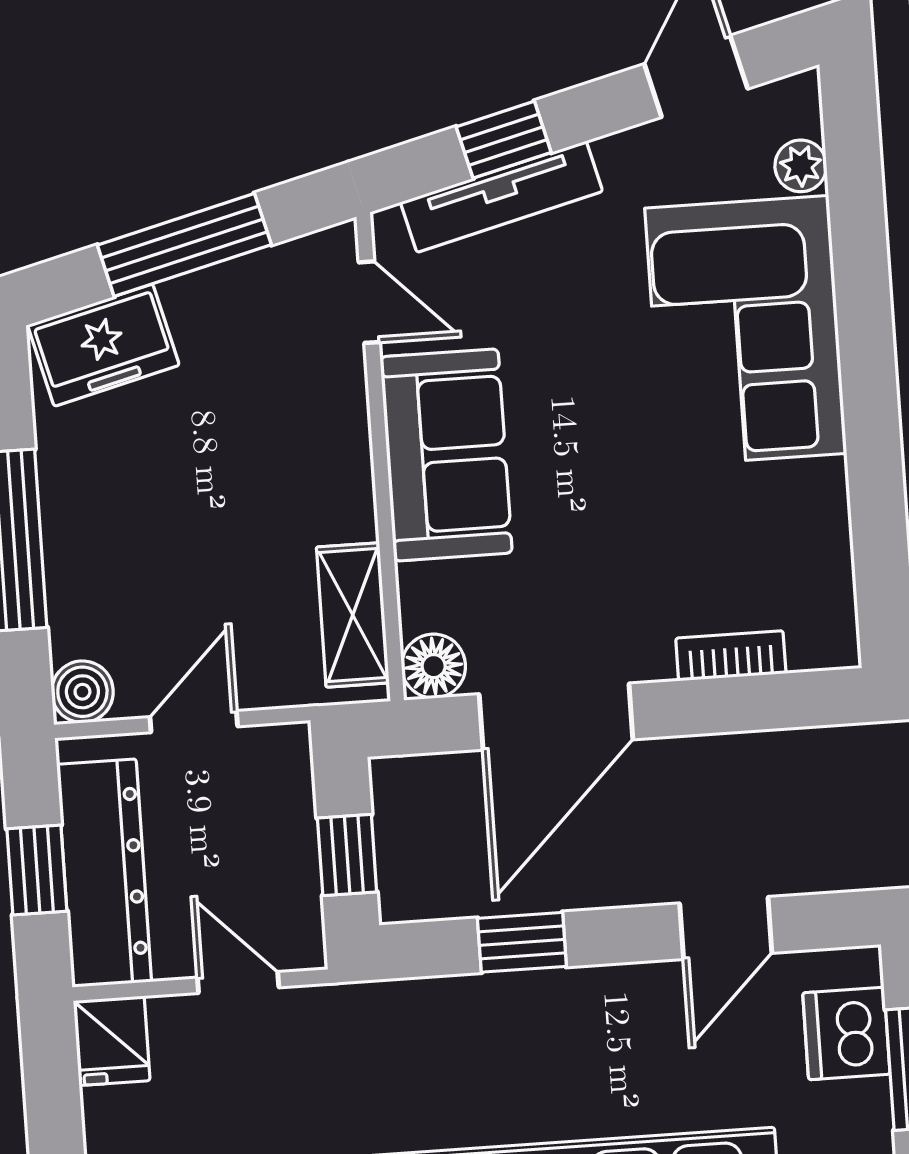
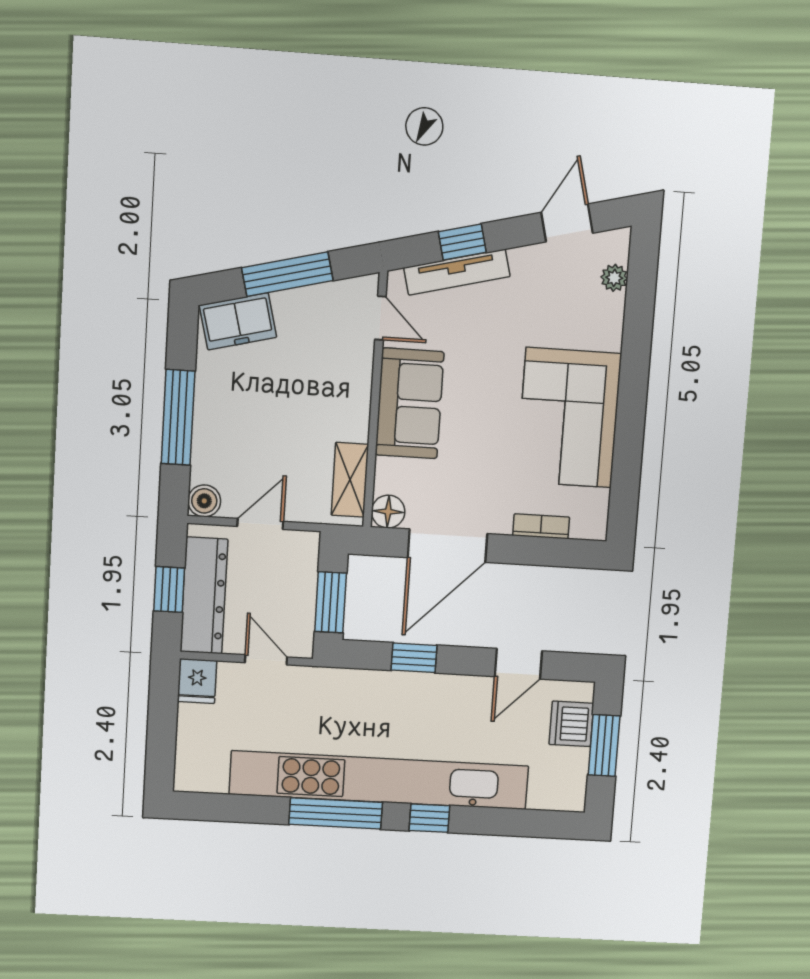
corner sofa: (746, 331) -> (569, 418), moved
window: (347, 855) -> (331, 602), width x1.50

